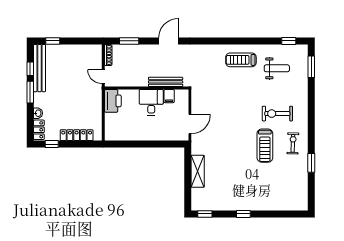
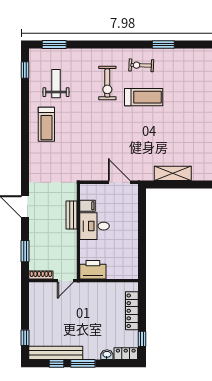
bench: (166, 82) -> (71, 215), width x0.73

